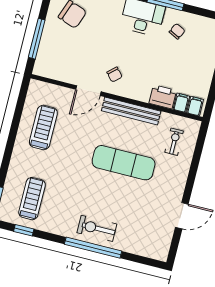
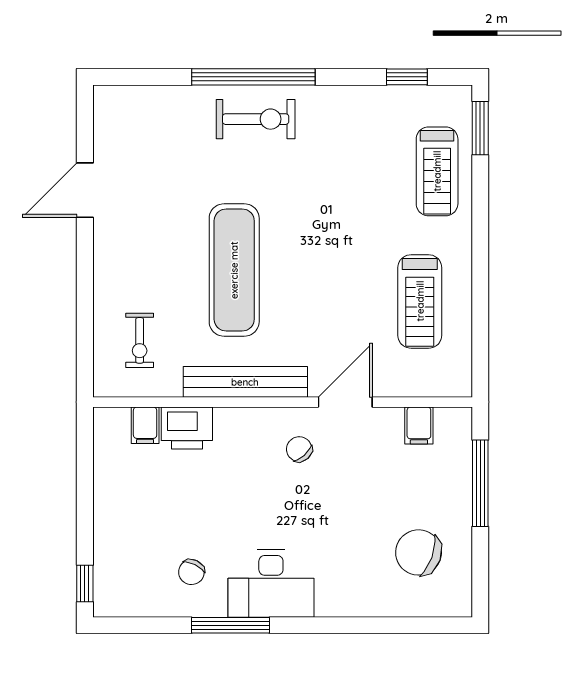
filing cabinet: (195, 106) -> (419, 426), moved
exercise mat: (124, 163) -> (234, 270), turned 90
treadmill: (32, 199) -> (437, 171), moved

